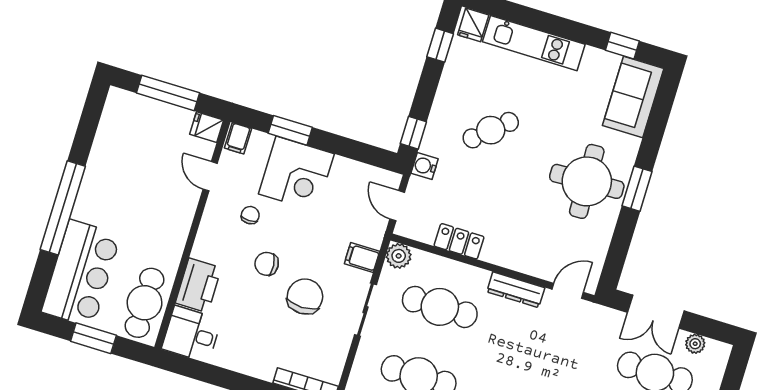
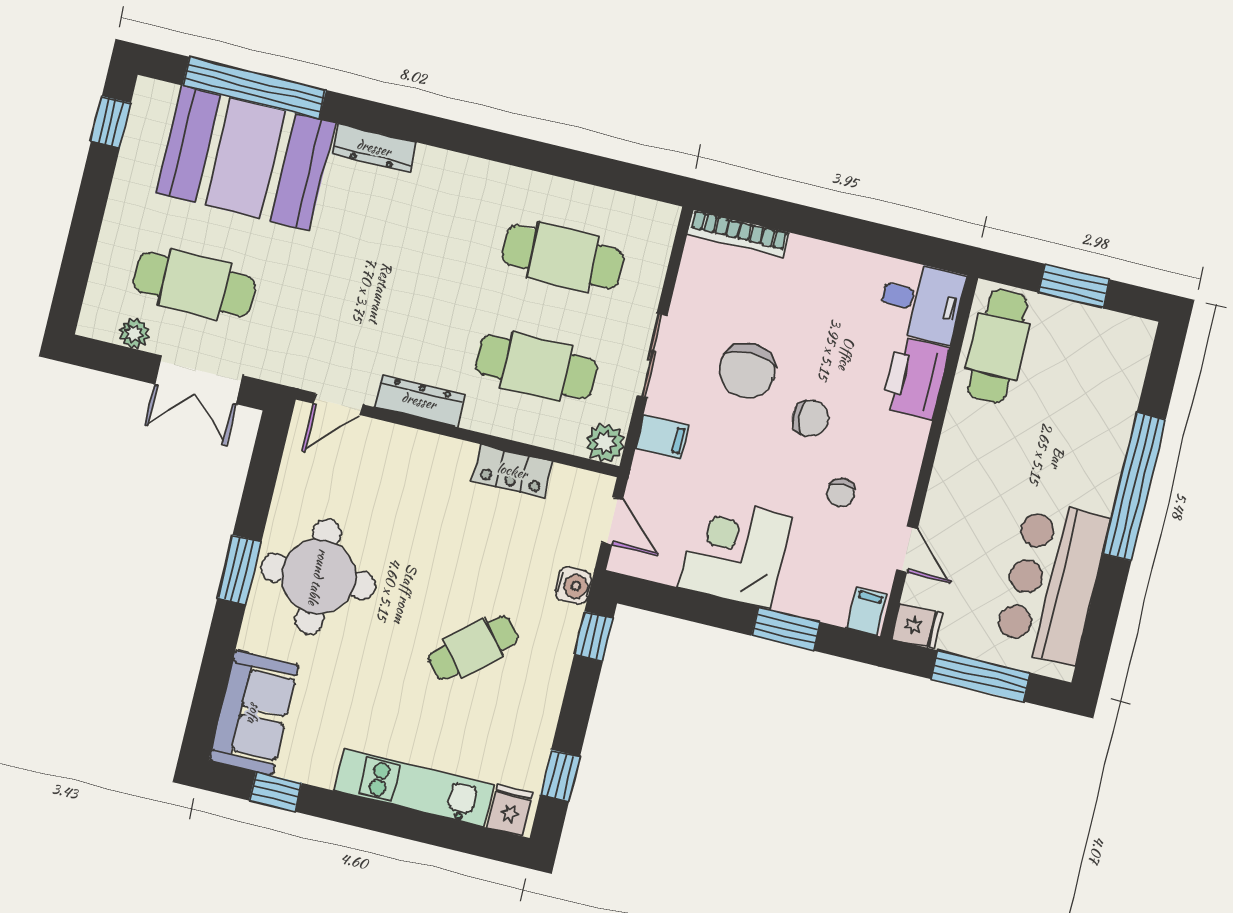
corner desk: (296, 174) -> (734, 552), moved
bar counter: (81, 273) -> (1052, 582), moved
double door: (656, 312) -> (199, 380), swing flipped

